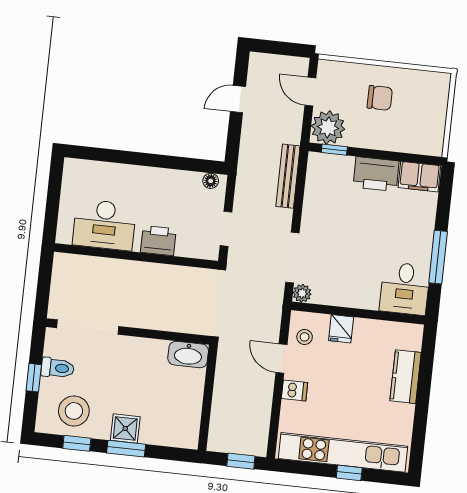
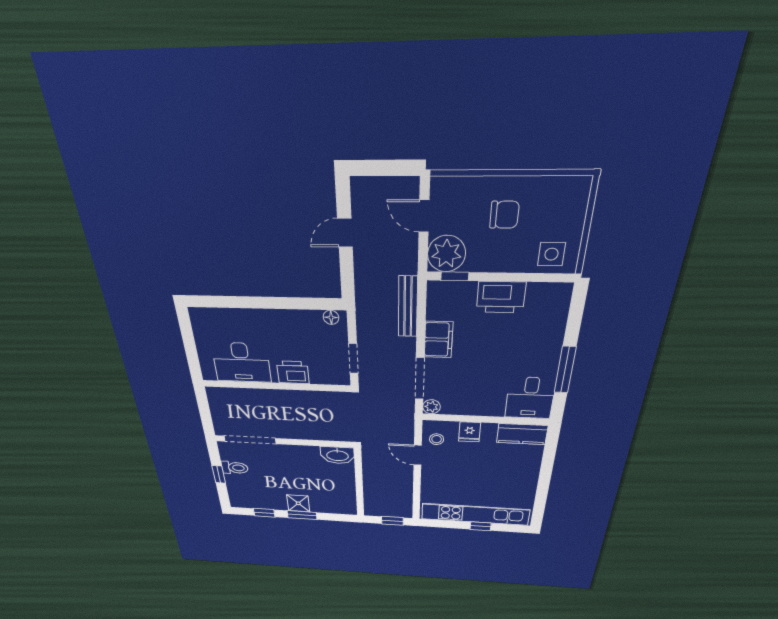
side table: (420, 137) -> (551, 254), added
filing cabinet: (419, 177) -> (438, 340), moved, turned -90
kitchen counter: (406, 377) -> (522, 434), moved, turned -90
dishwasher: (295, 391) -> (431, 476), removed
stool: (74, 411) -> (256, 494), removed

